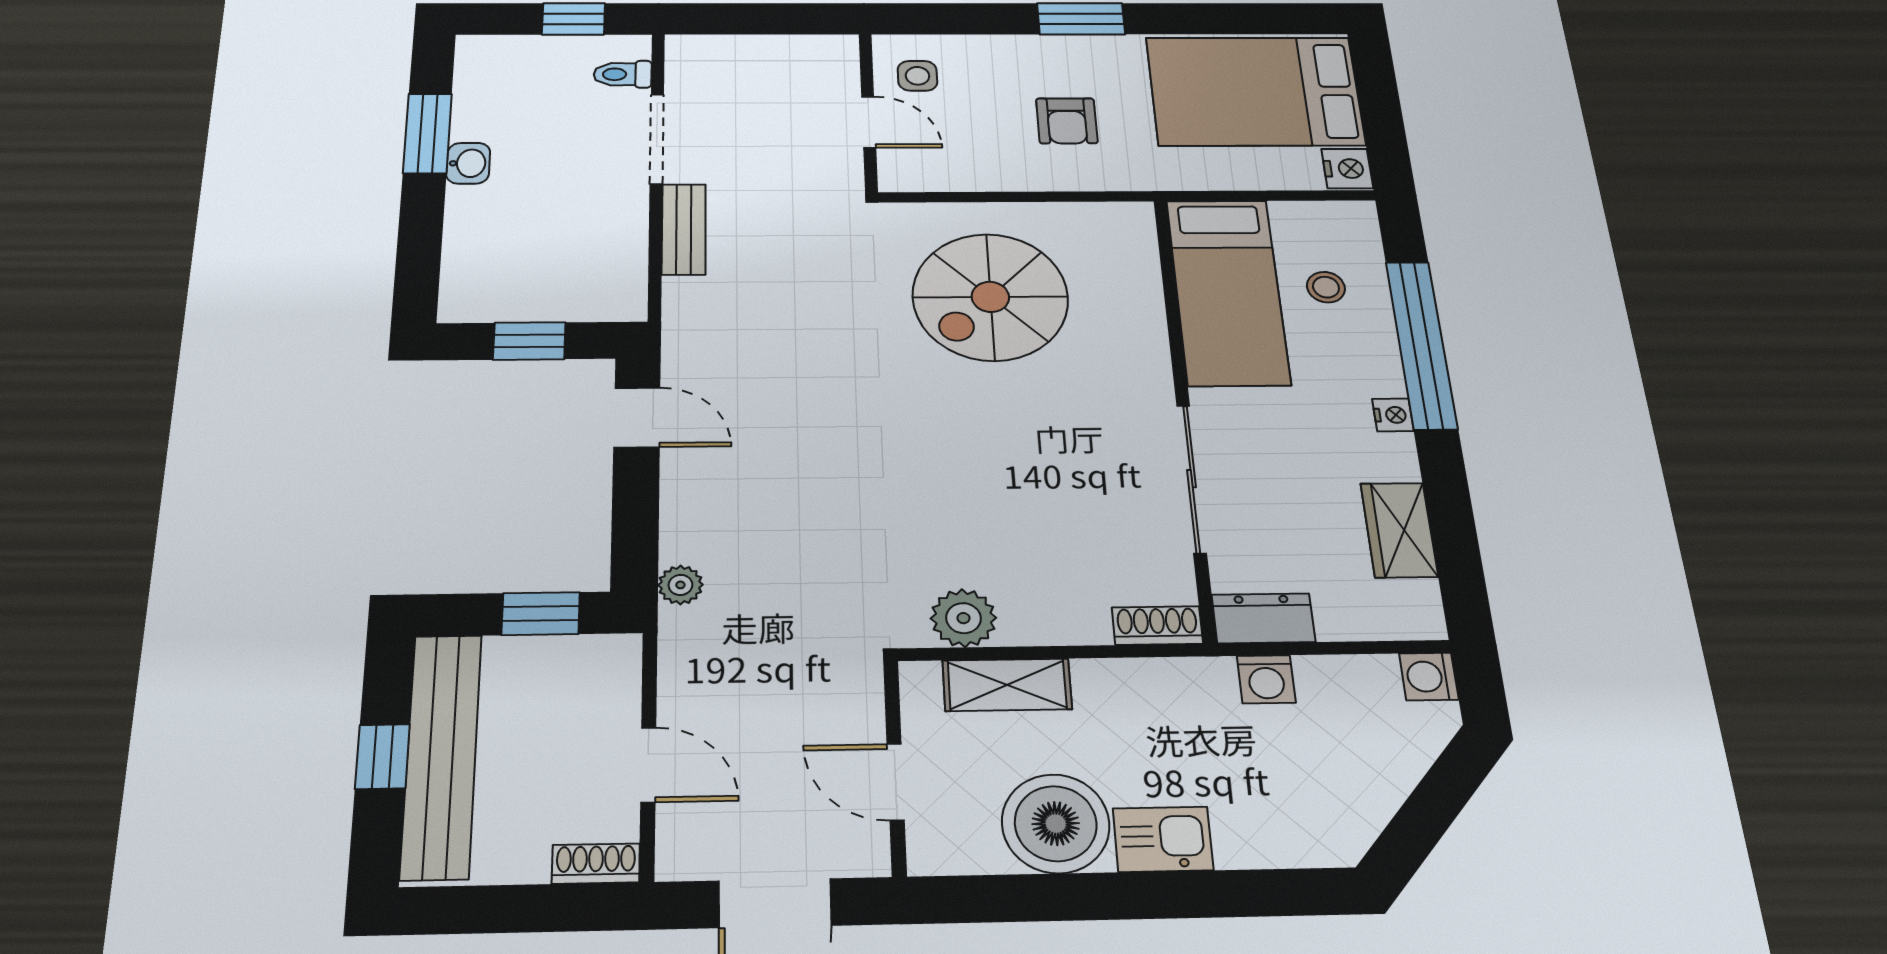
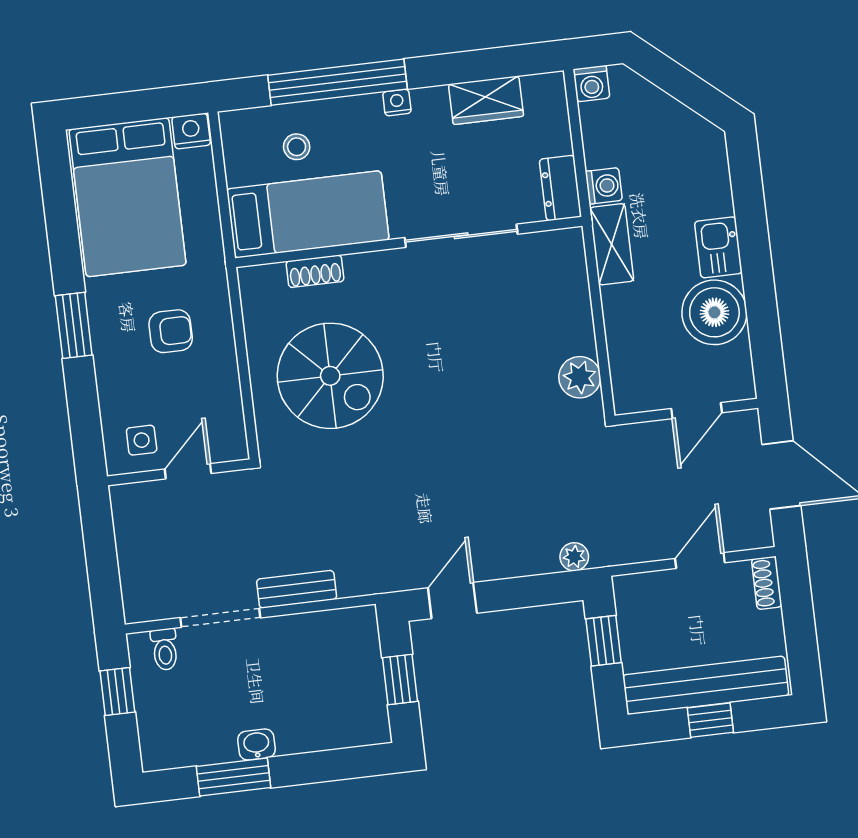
shoe rack: (1157, 626) -> (315, 271), moved, turned -90
shelving: (1007, 685) -> (612, 244), moved

